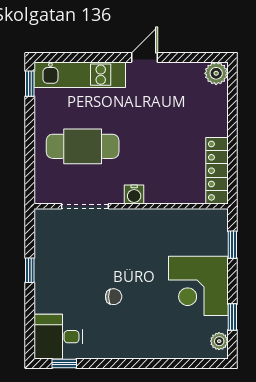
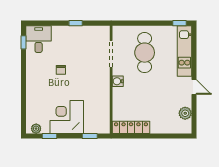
plant: (216, 73) -> (185, 113), moved

